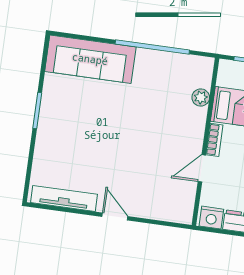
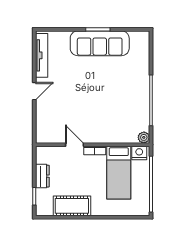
sofa: (90, 59) -> (100, 43), moved, turned -90
plant: (201, 98) -> (144, 137), moved
nightstand: (211, 218) -> (139, 153), moved, turned 90

